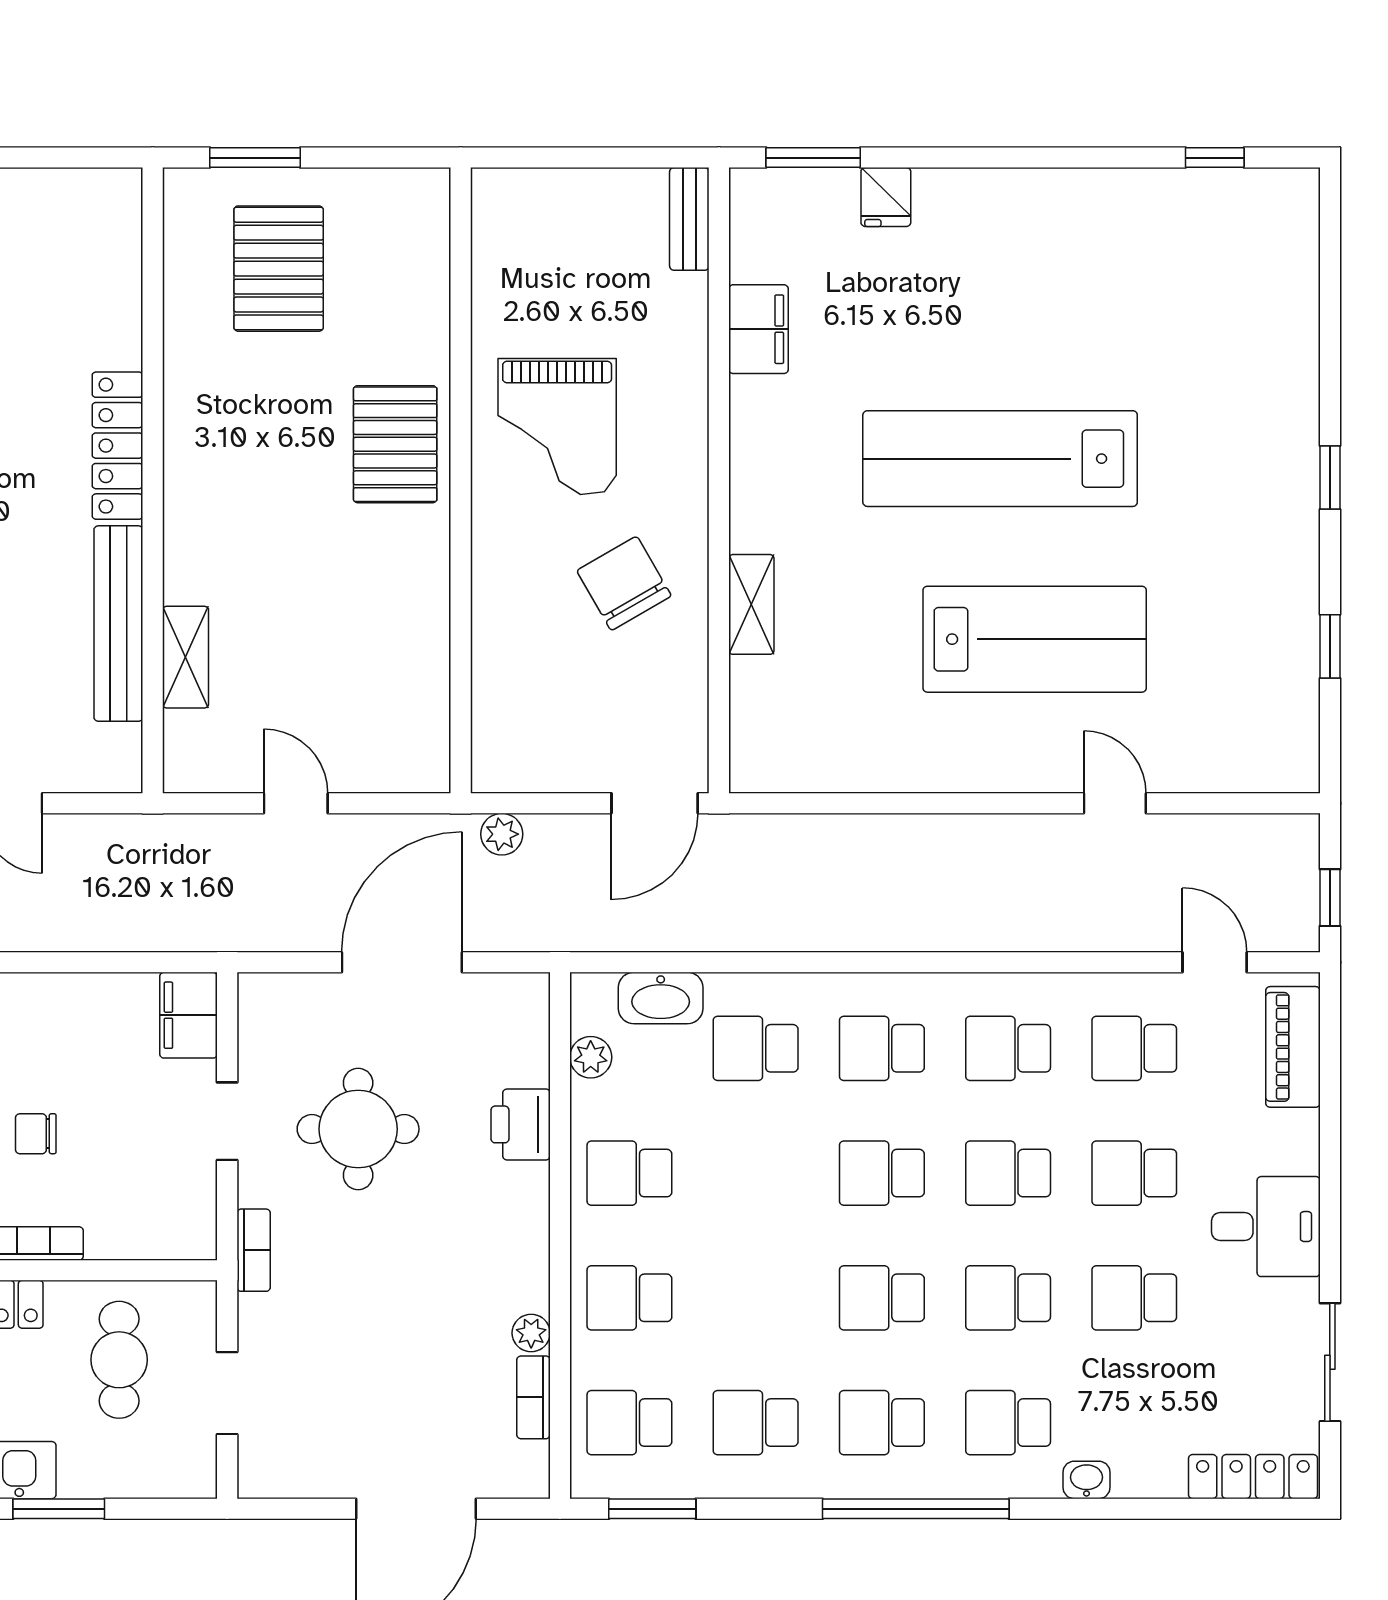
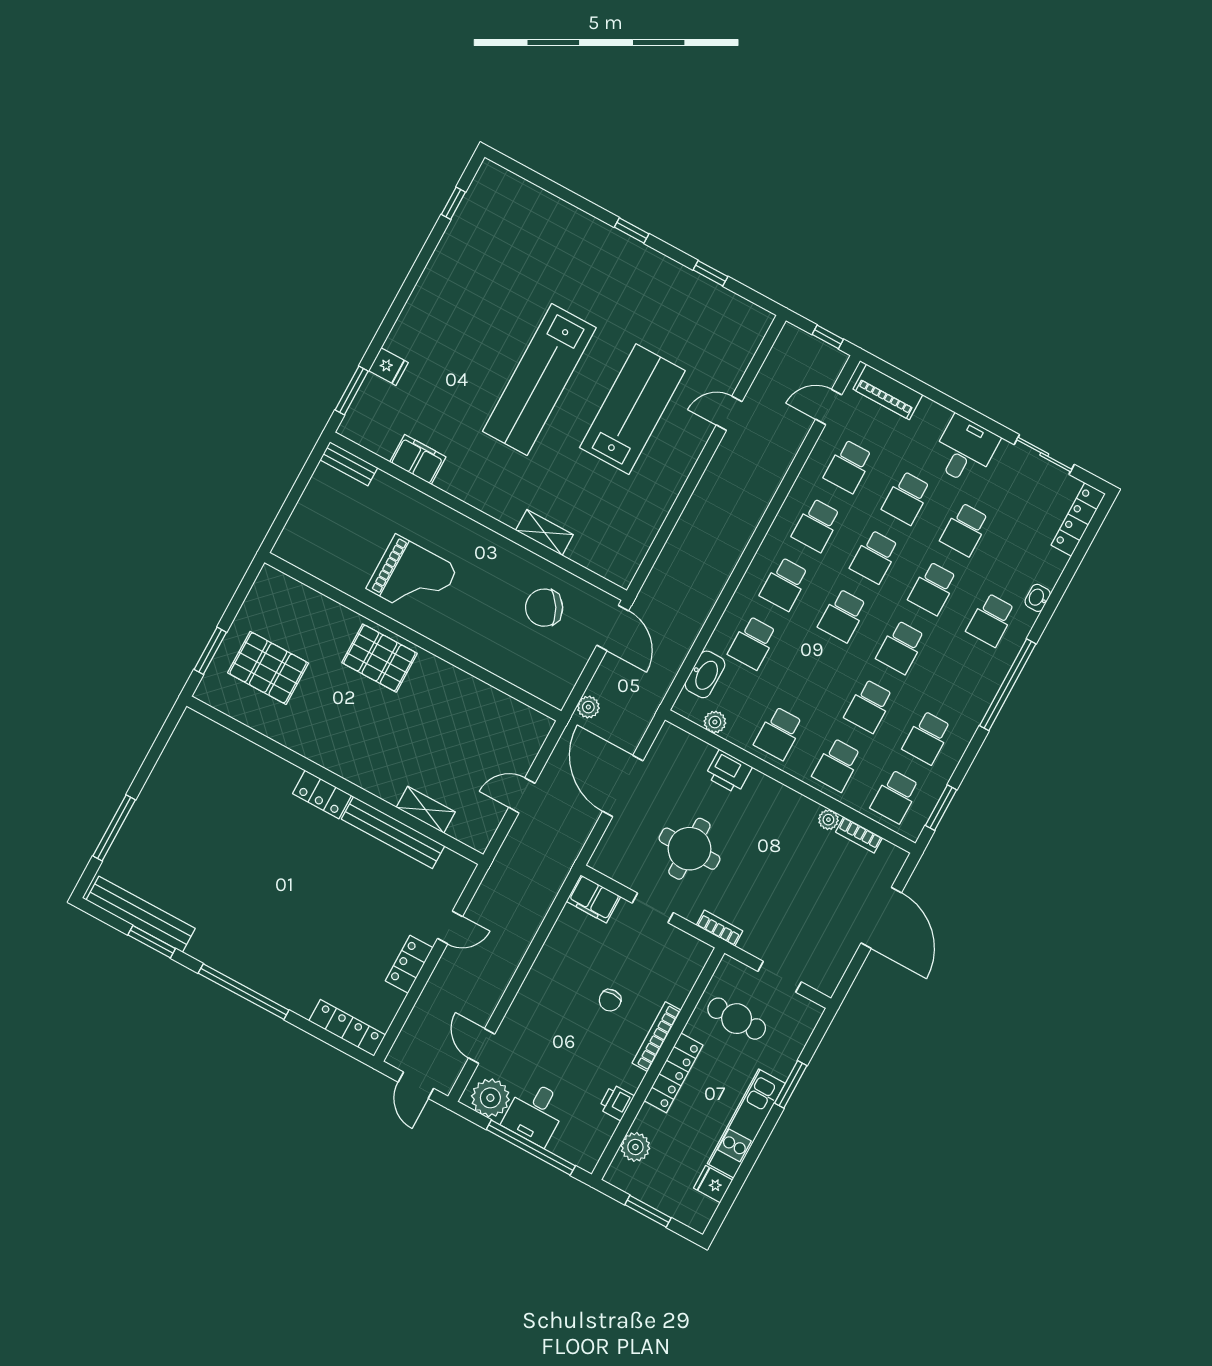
locker: (117, 446) -> (322, 795), width x0.66
chair: (624, 583) -> (544, 608), moved
school desk: (882, 1423) -> (869, 706), moved

